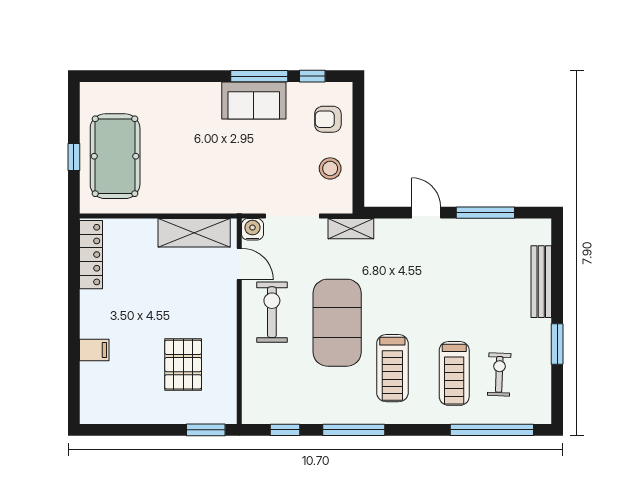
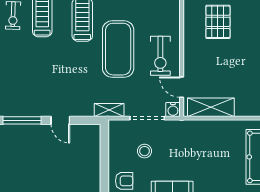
stool: (330, 168) -> (145, 151), moved

